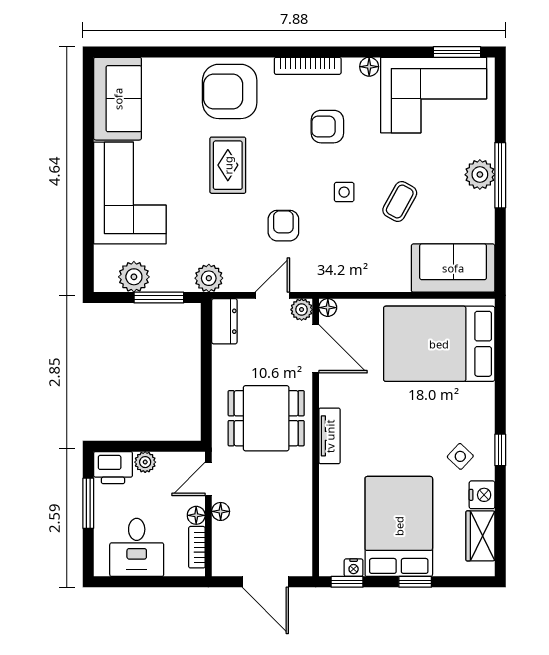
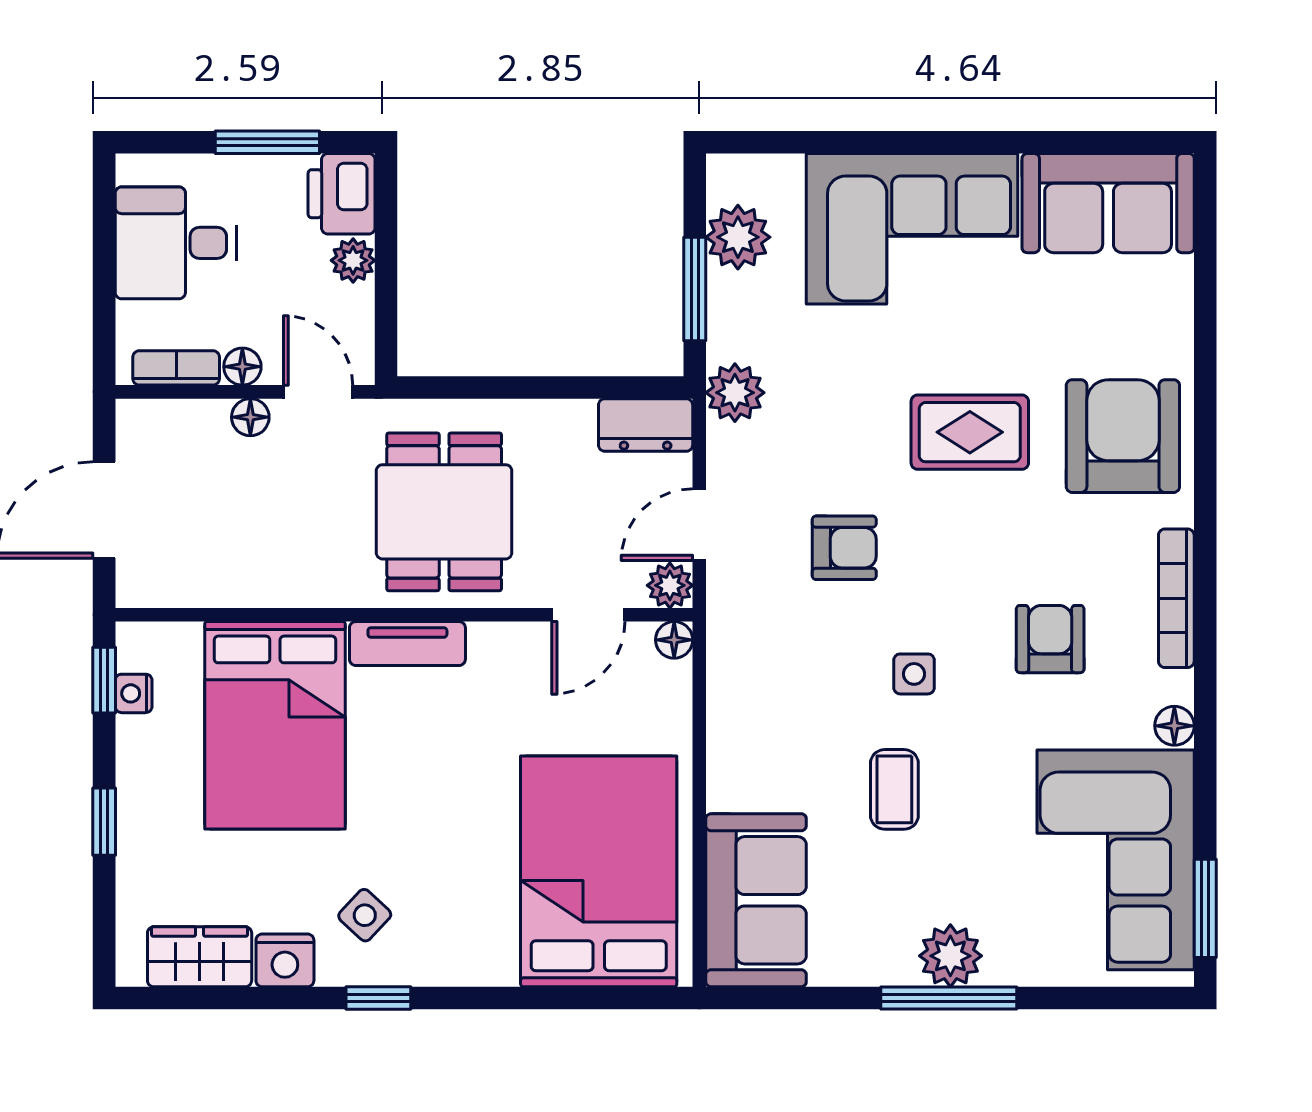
coffee table: (400, 201) -> (894, 789), turned 61
door: (272, 295) -> (699, 525), swing flipped
door: (316, 349) -> (588, 615), width x0.73
bed: (399, 526) -> (275, 725), moved, turned 90

